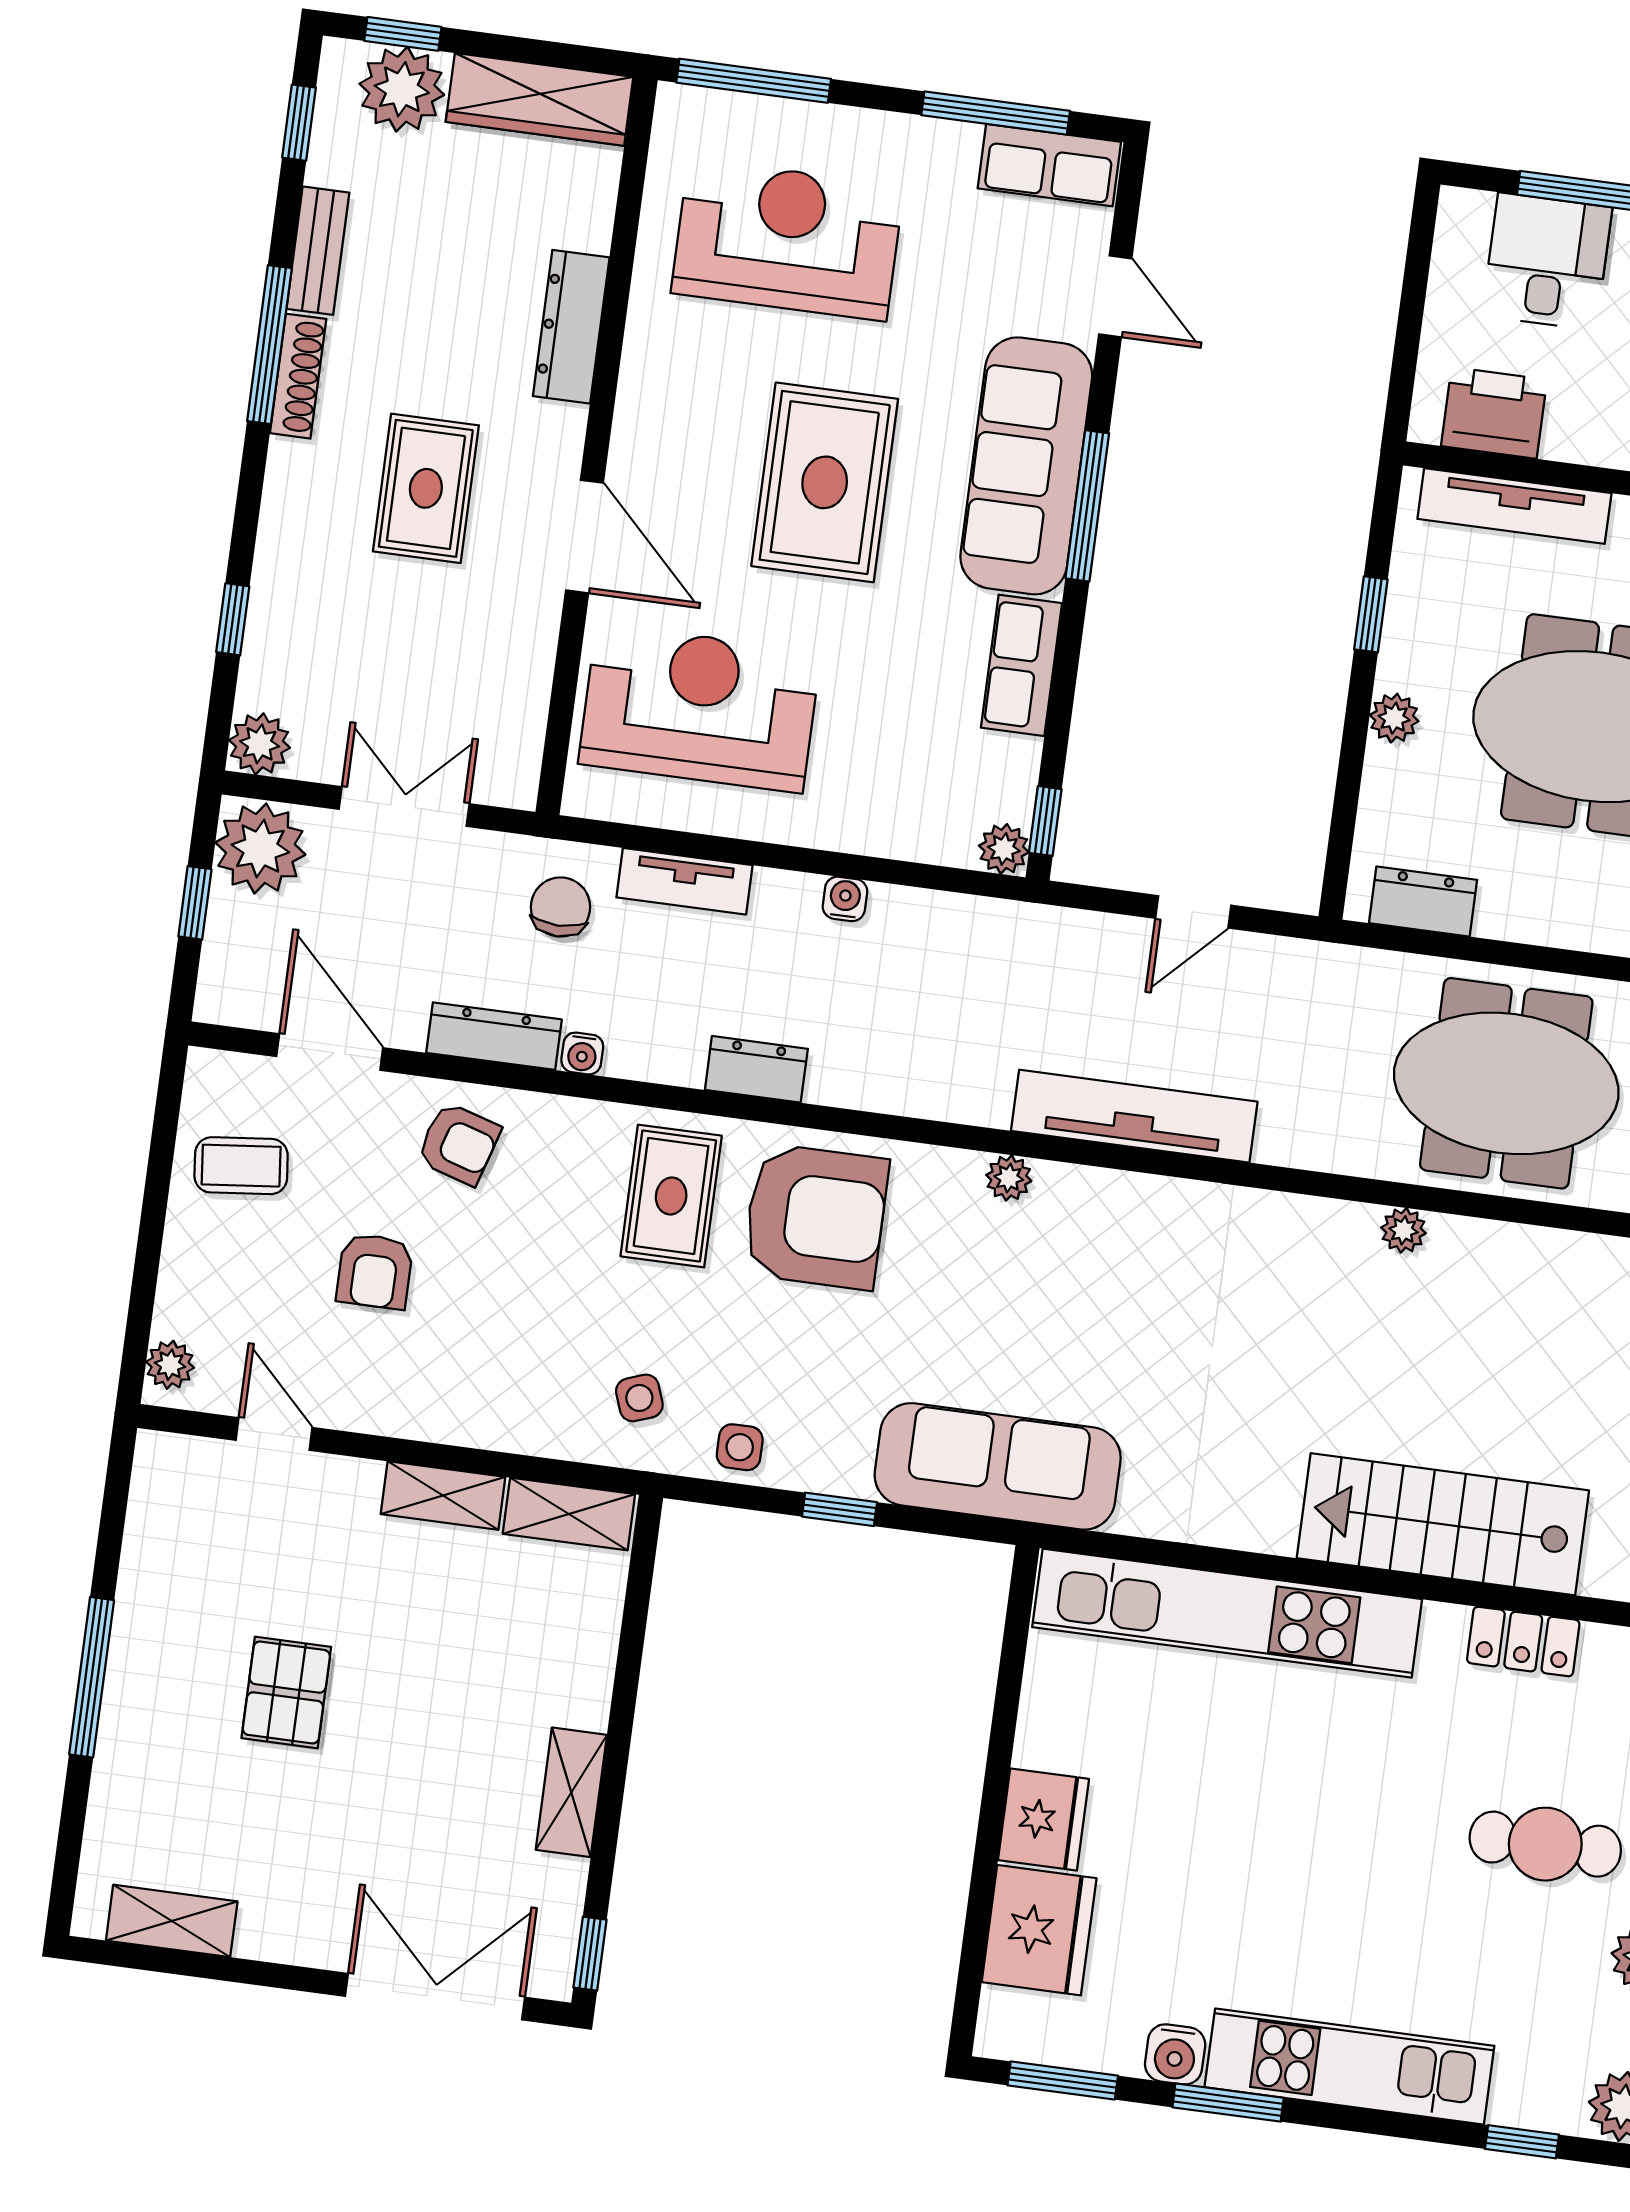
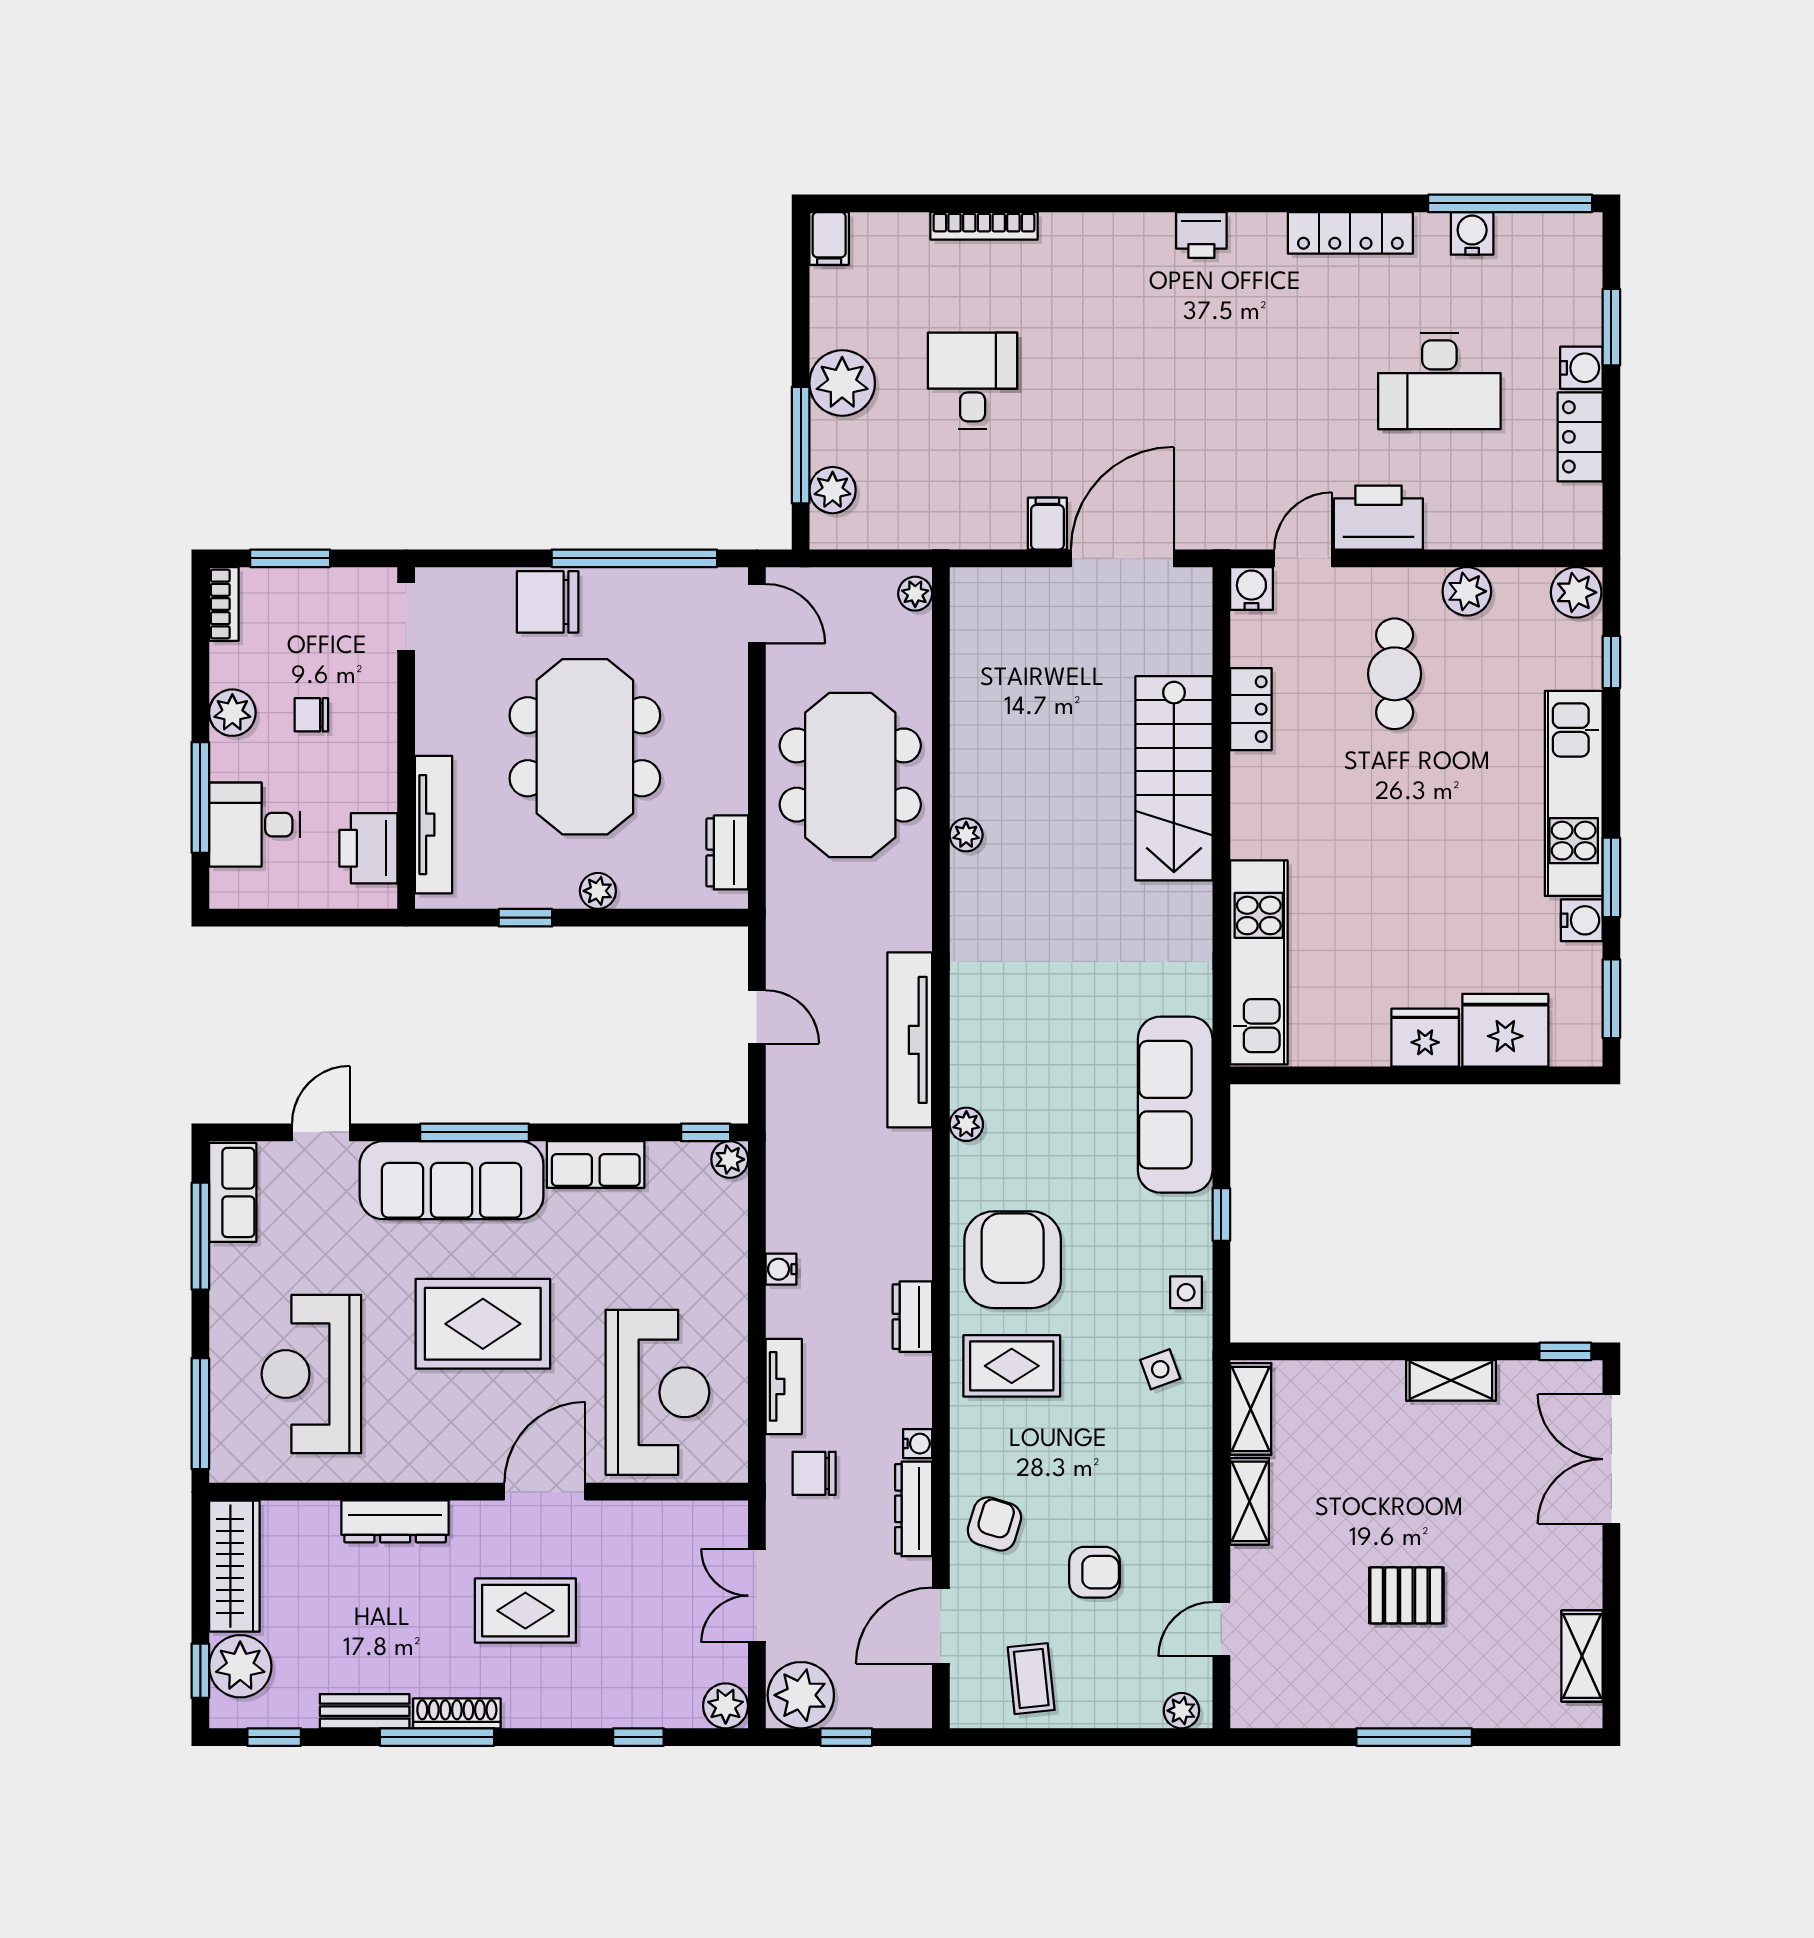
reception desk: (699, 708) -> (657, 1392), turned 180
kitchen unit: (1227, 1613) -> (1259, 962), width x0.73

